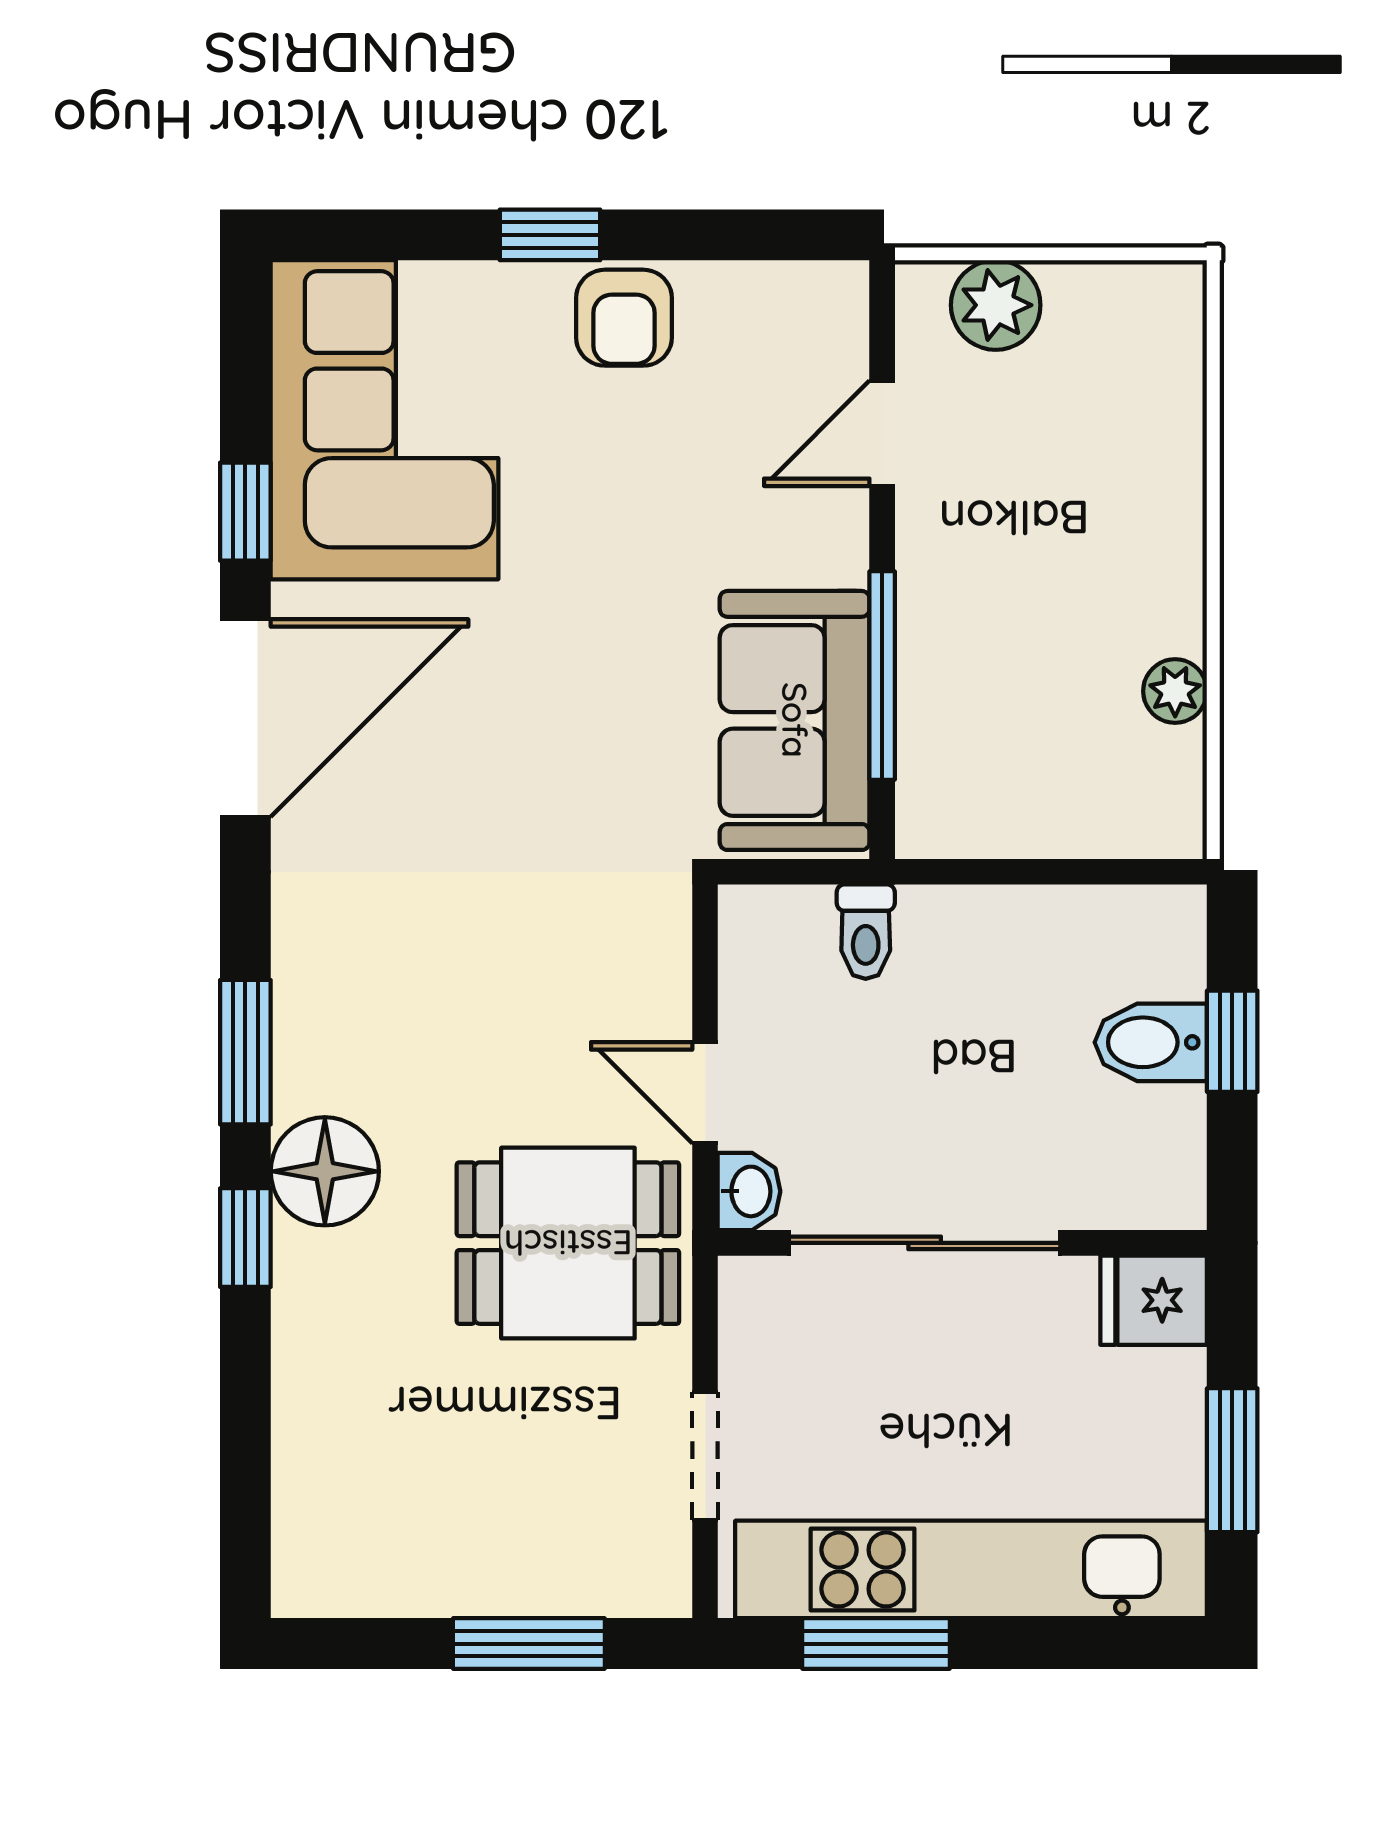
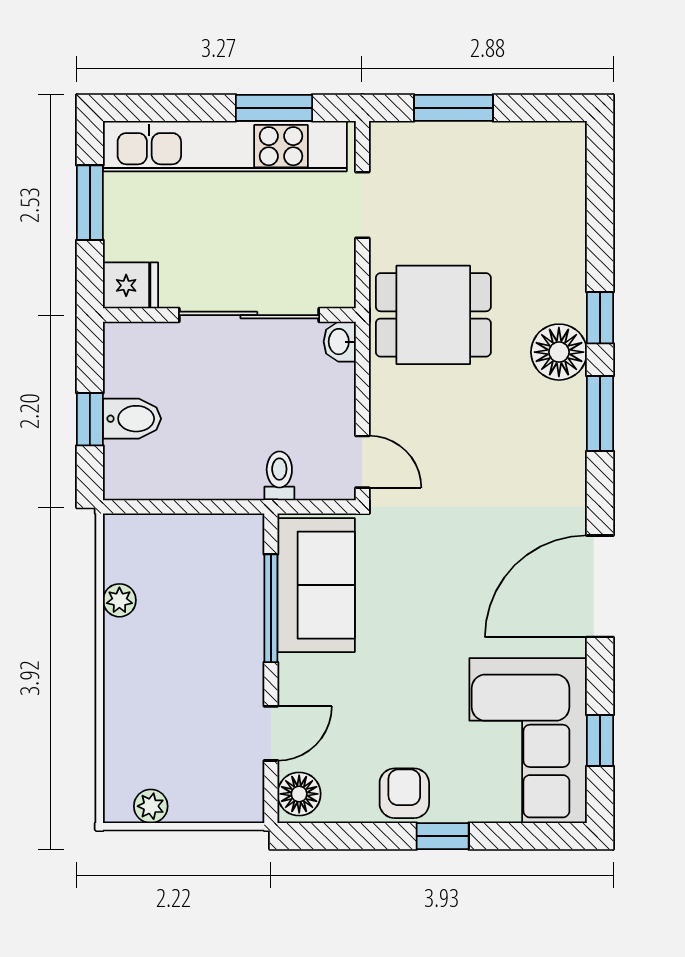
plant: (996, 305) -> (151, 806), moved, width x0.73, depth x0.73
floor lamp: (828, 316) -> (299, 794), added
window: (245, 512) -> (600, 740), moved
door: (705, 1093) -> (362, 462), moved

